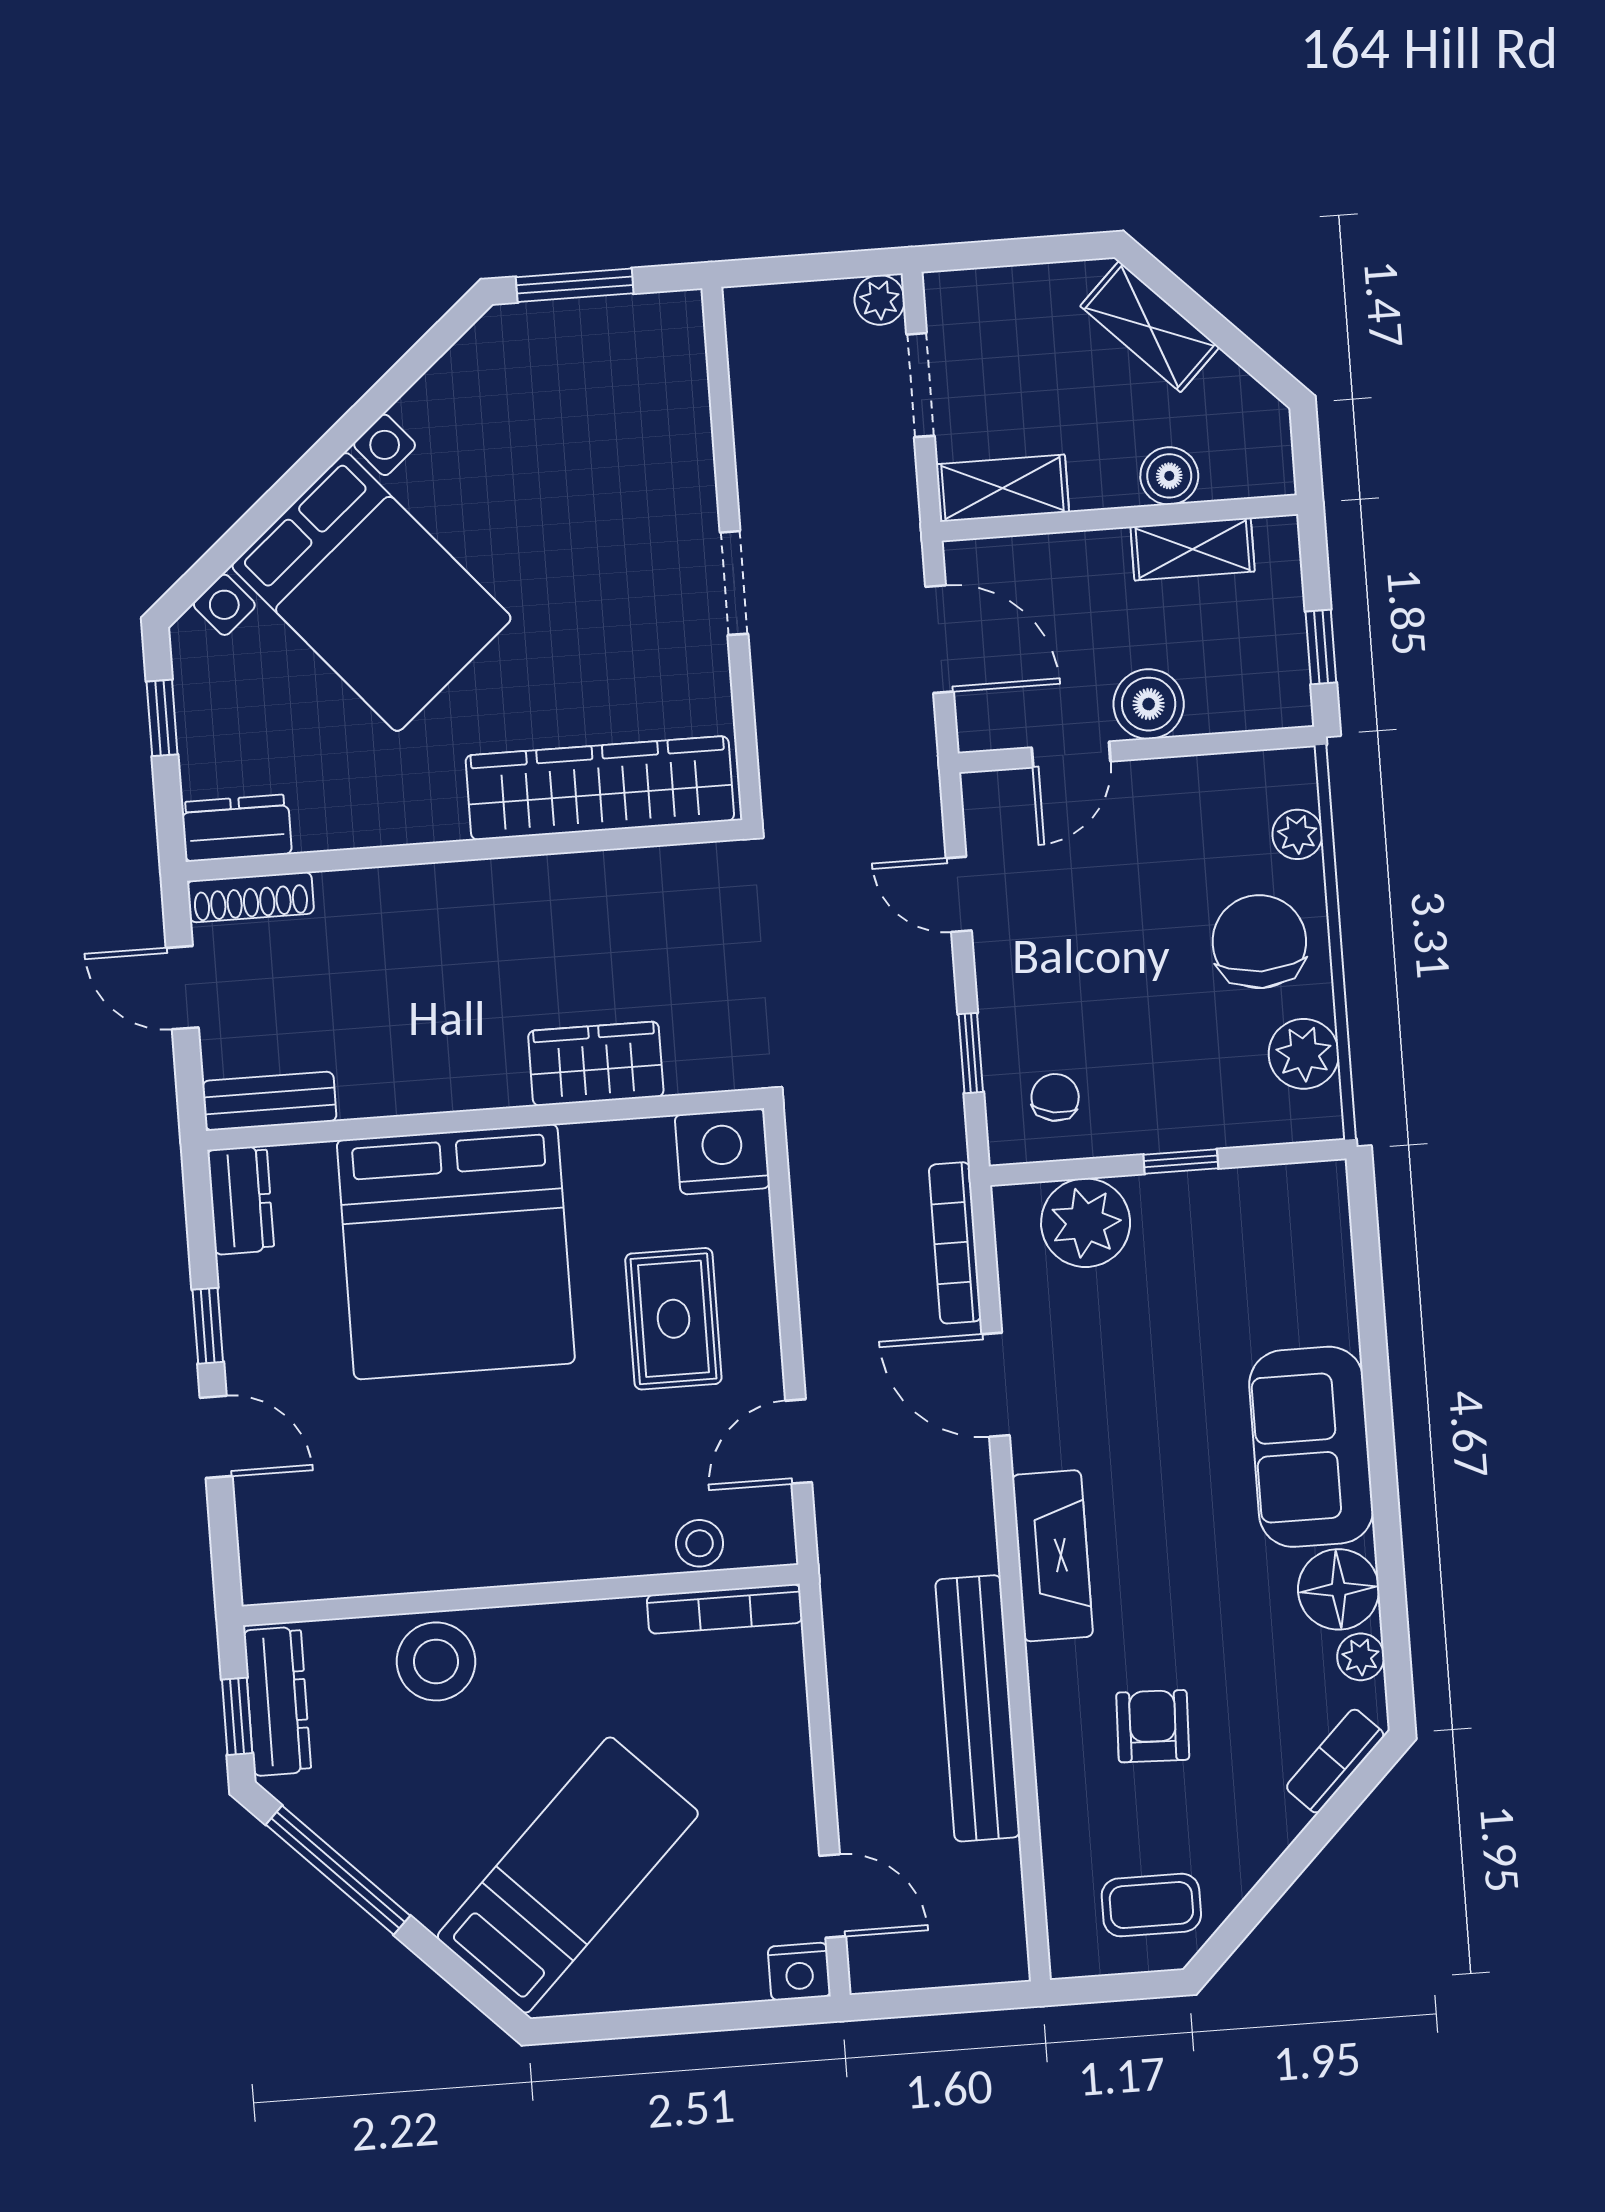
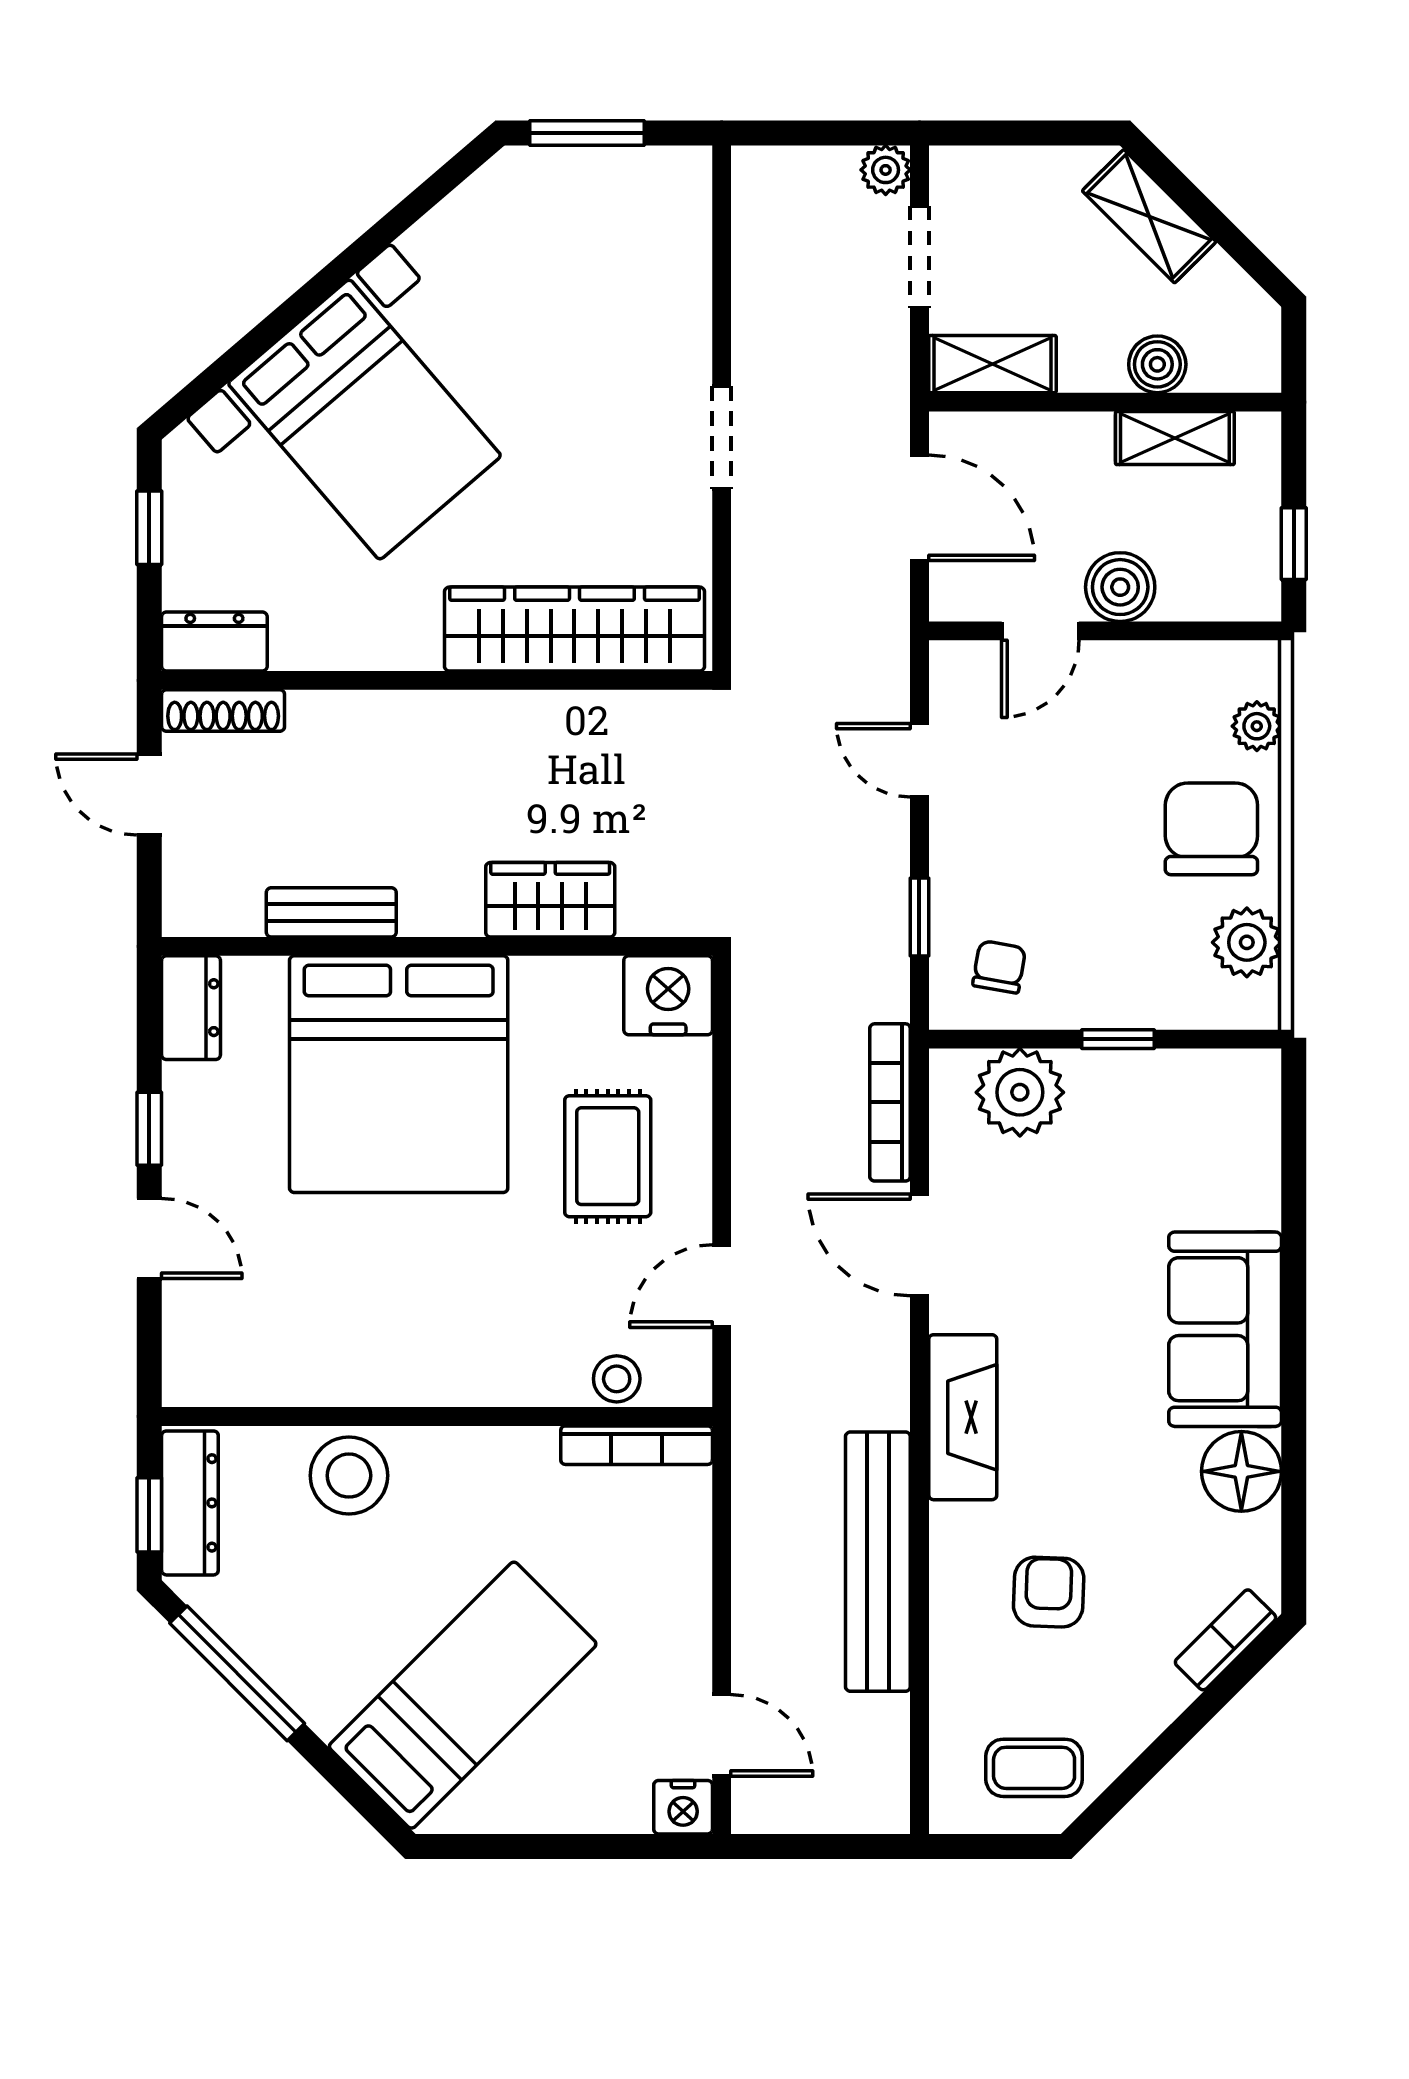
bench: (269, 1101) -> (331, 912), moved
plant: (1361, 1657) -> (1258, 1539), removed

